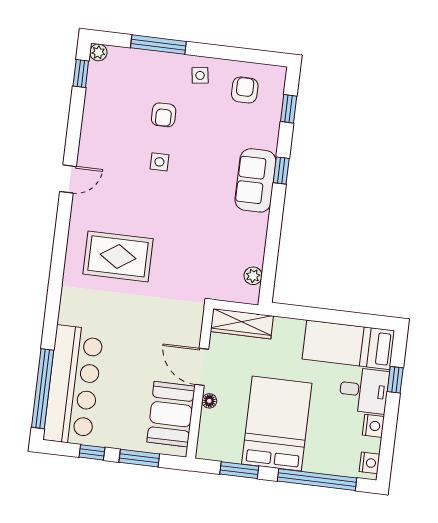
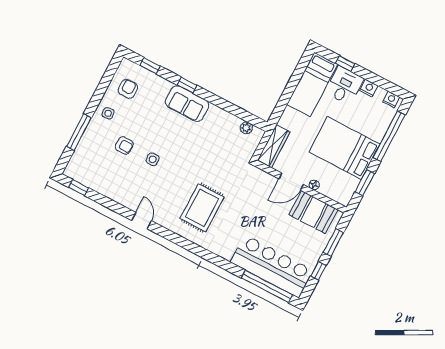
plant: (98, 52) -> (69, 172), removed
armchair: (245, 90) -> (128, 89), turned 90

